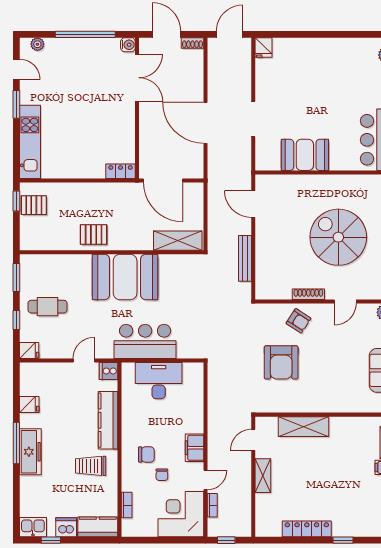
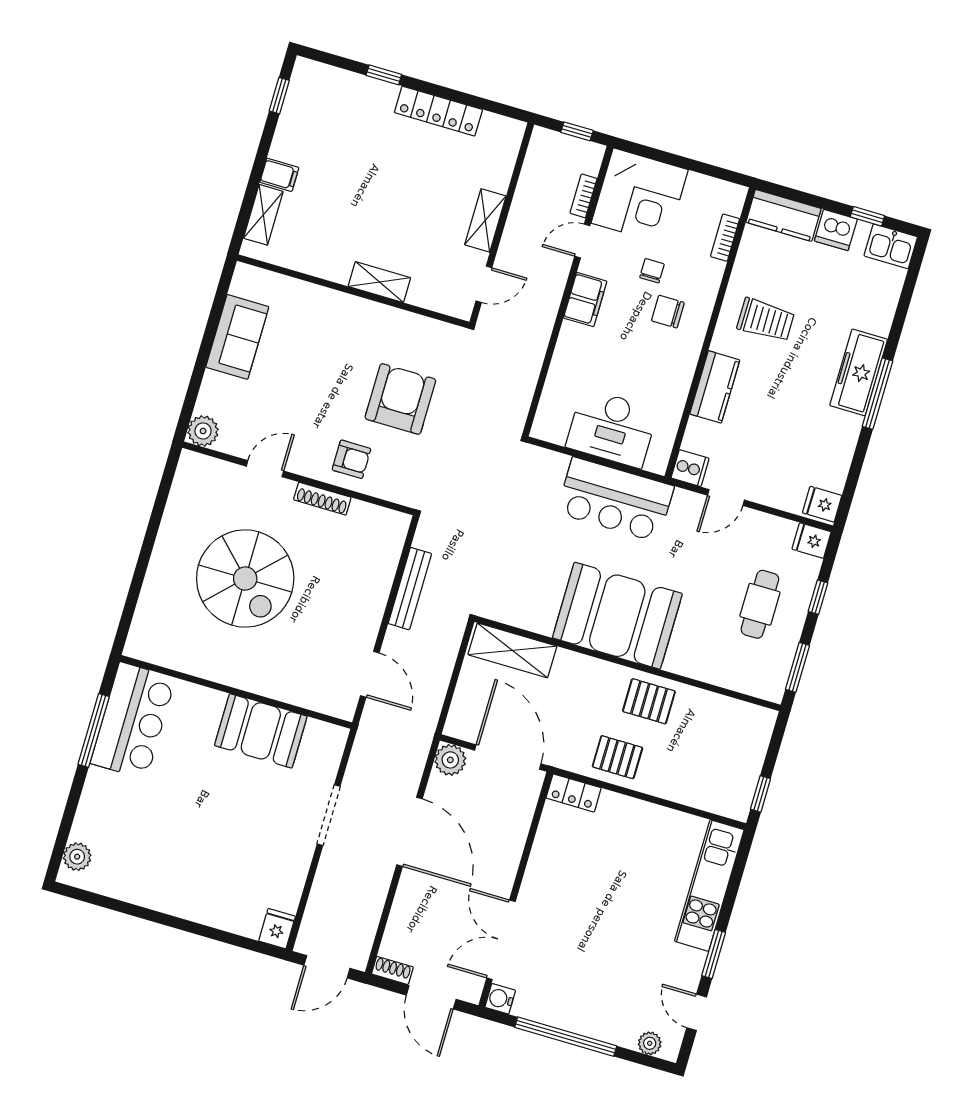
plant: (195, 170) -> (450, 760), added
pallet: (34, 205) -> (617, 757), moved
cafe table: (48, 307) -> (760, 604), turned 90
armchair: (299, 321) -> (351, 459), turned 147
fridge: (29, 404) -> (822, 504), moved
kitchen counter: (108, 420) -> (715, 387), width x0.67
shelving: (303, 427) -> (379, 282), width x0.67, depth x0.75

